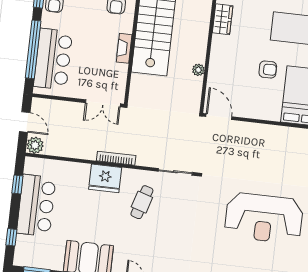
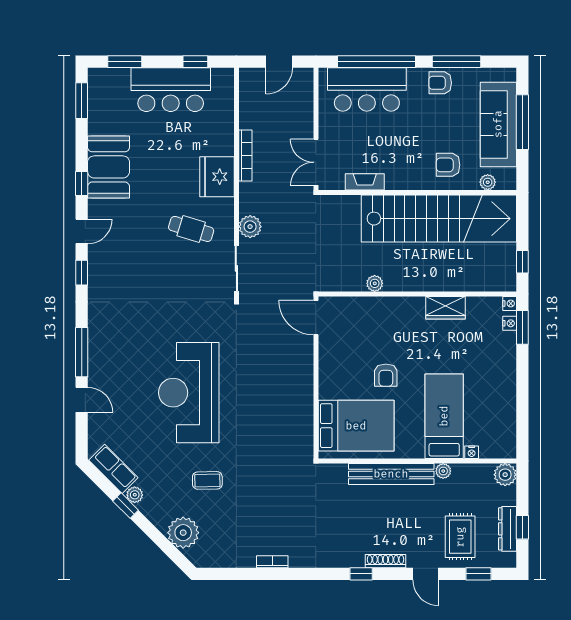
fireplace: (124, 48) -> (365, 182), moved
door: (219, 117) -> (316, 318), swing flipped
plant: (35, 145) -> (250, 227), moved
bookcase: (116, 158) -> (245, 156), moved
window: (11, 237) -> (125, 62), width x1.50

